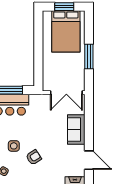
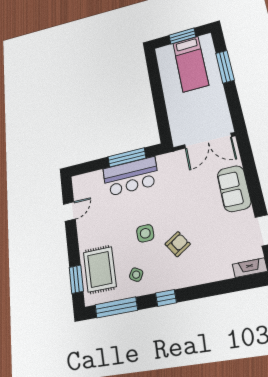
bed: (66, 31) -> (191, 64), width x0.67
window: (89, 57) -> (225, 67), moved

